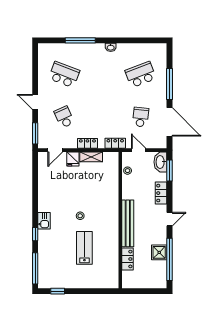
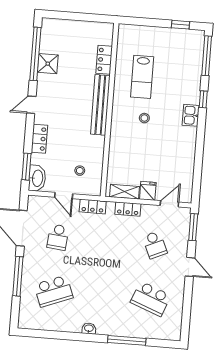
wall: (120, 220) -> (110, 110), moved
bench: (128, 223) -> (100, 105), moved
locker: (128, 259) -> (104, 60), moved

